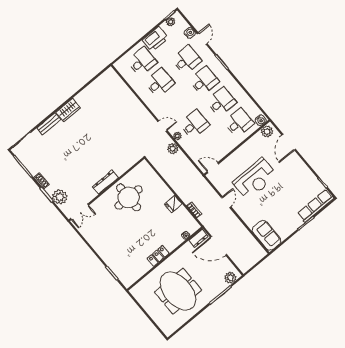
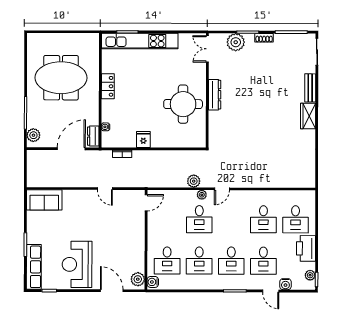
reception desk: (255, 179) -> (77, 264), moved
kitchen unit: (111, 260) -> (140, 41), added

